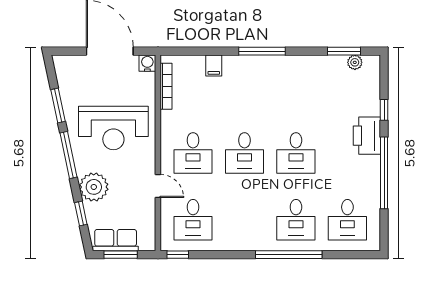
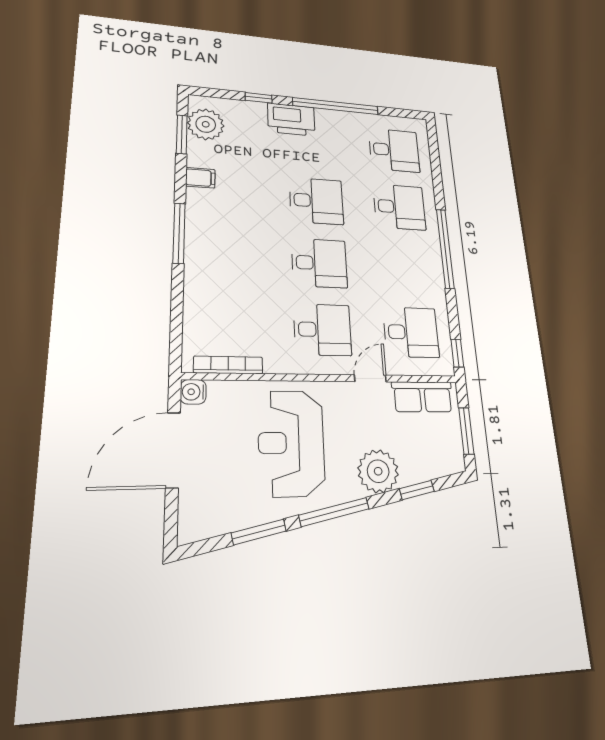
plant: (355, 62) -> (206, 124), width x1.87, depth x1.87
filing cabinet: (214, 65) -> (200, 178), moved
reception desk: (113, 128) -> (291, 443), turned 180
row of seats: (116, 240) -> (423, 397), moved, turned -90
window: (289, 255) -> (445, 248), moved

